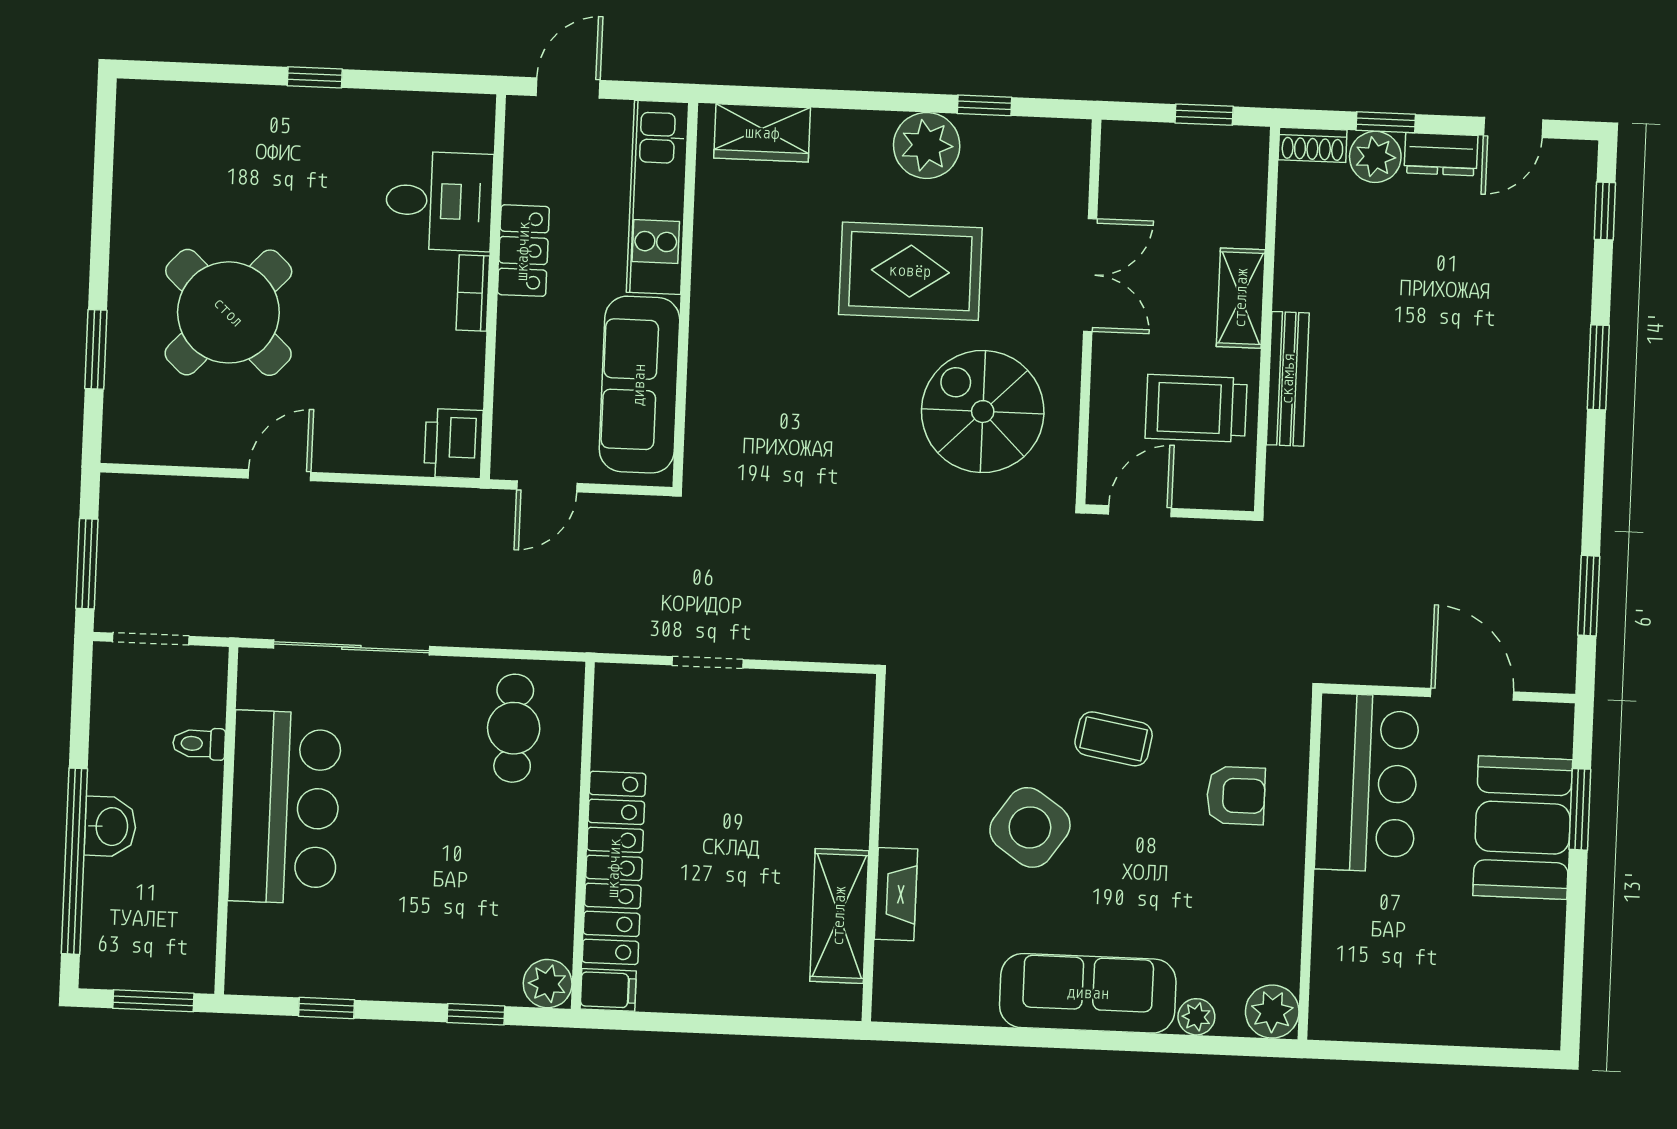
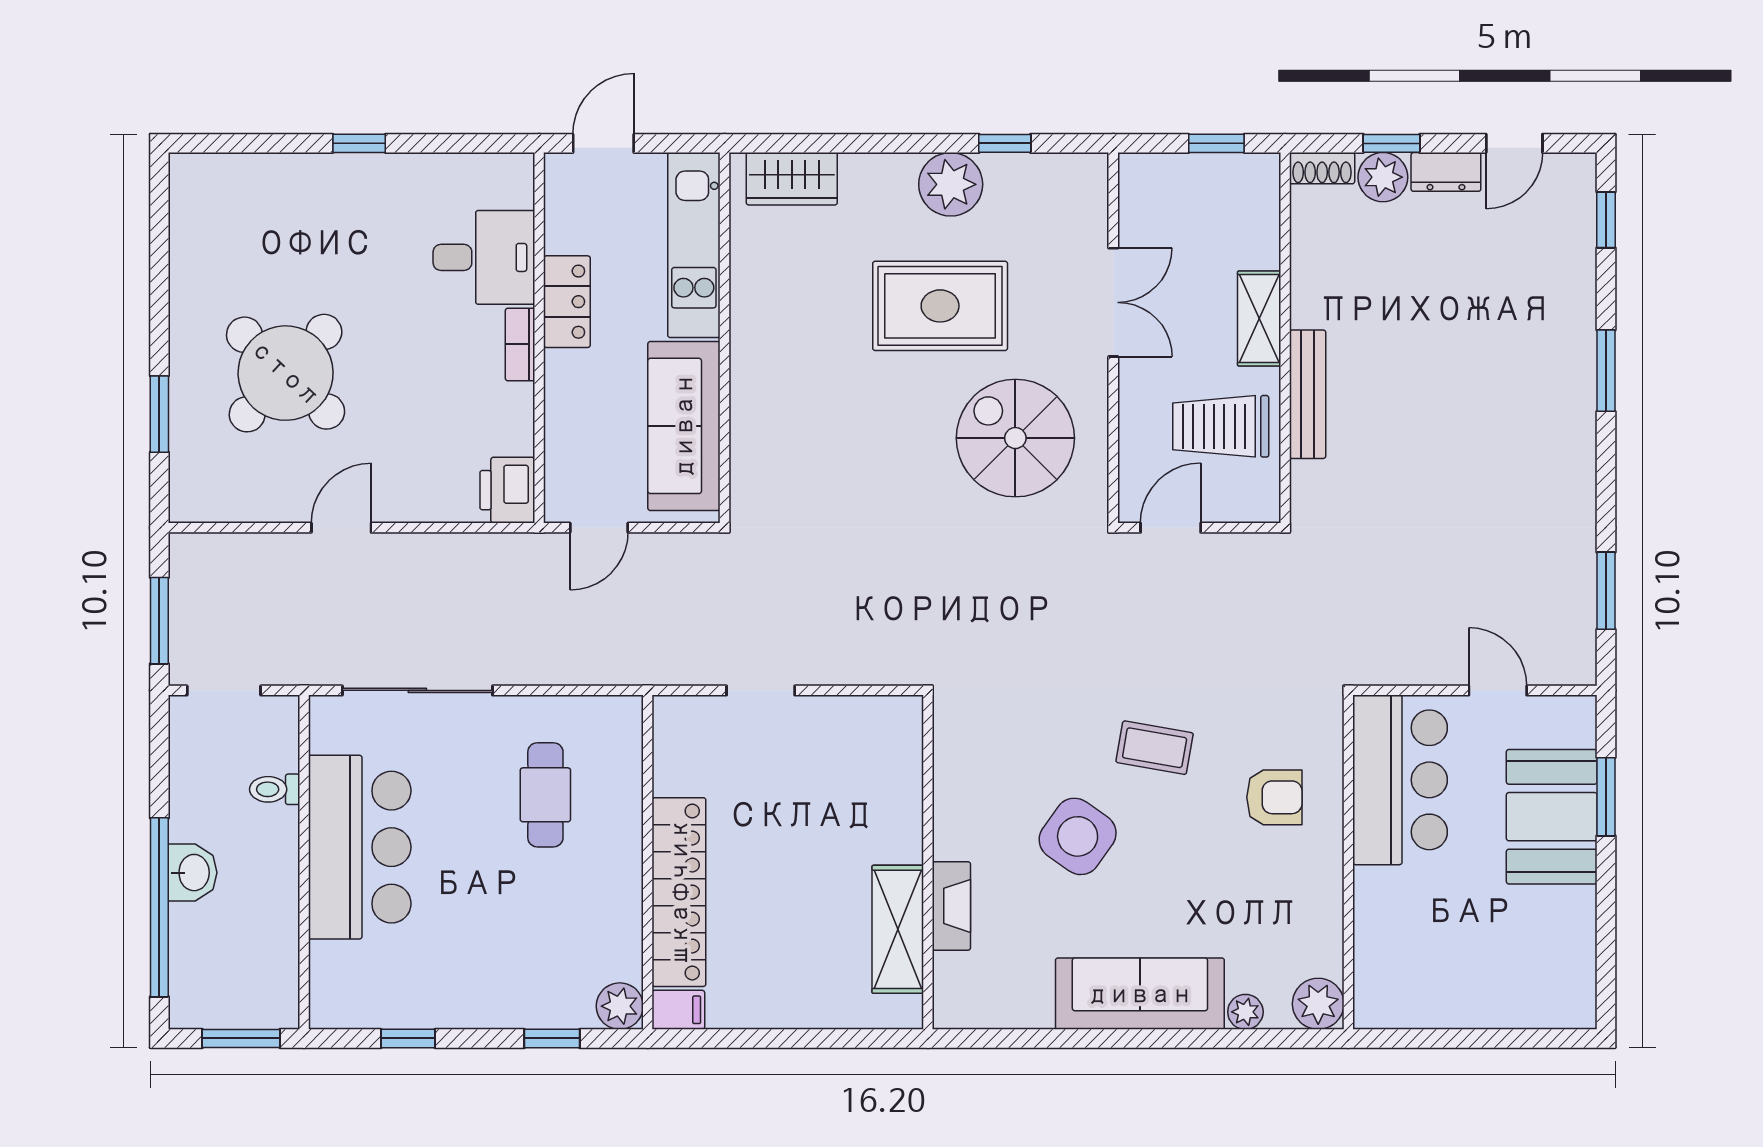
door: (1472, 694) -> (1498, 690), width x0.73
cafe table: (514, 728) -> (545, 795), moved

